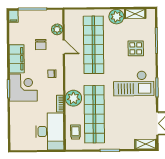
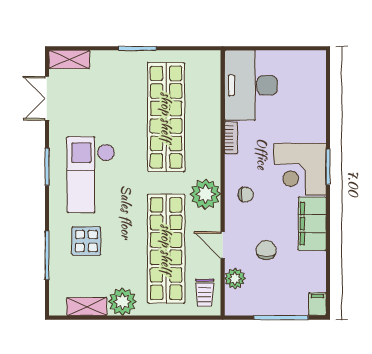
checkout: (134, 83) -> (91, 175), turned -90
plant: (73, 98) -> (205, 194), moved
trolley: (75, 132) -> (205, 293), moved

